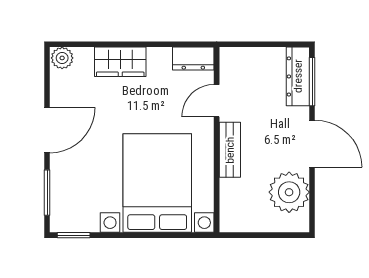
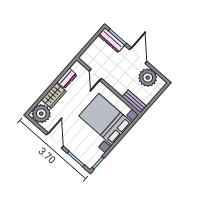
plant: (62, 58) -> (41, 114), width x1.87, depth x1.87
dresser: (193, 59) -> (67, 78), moved
door: (312, 144) -> (138, 55), hinge flipped
bench: (230, 150) -> (134, 101), moved

